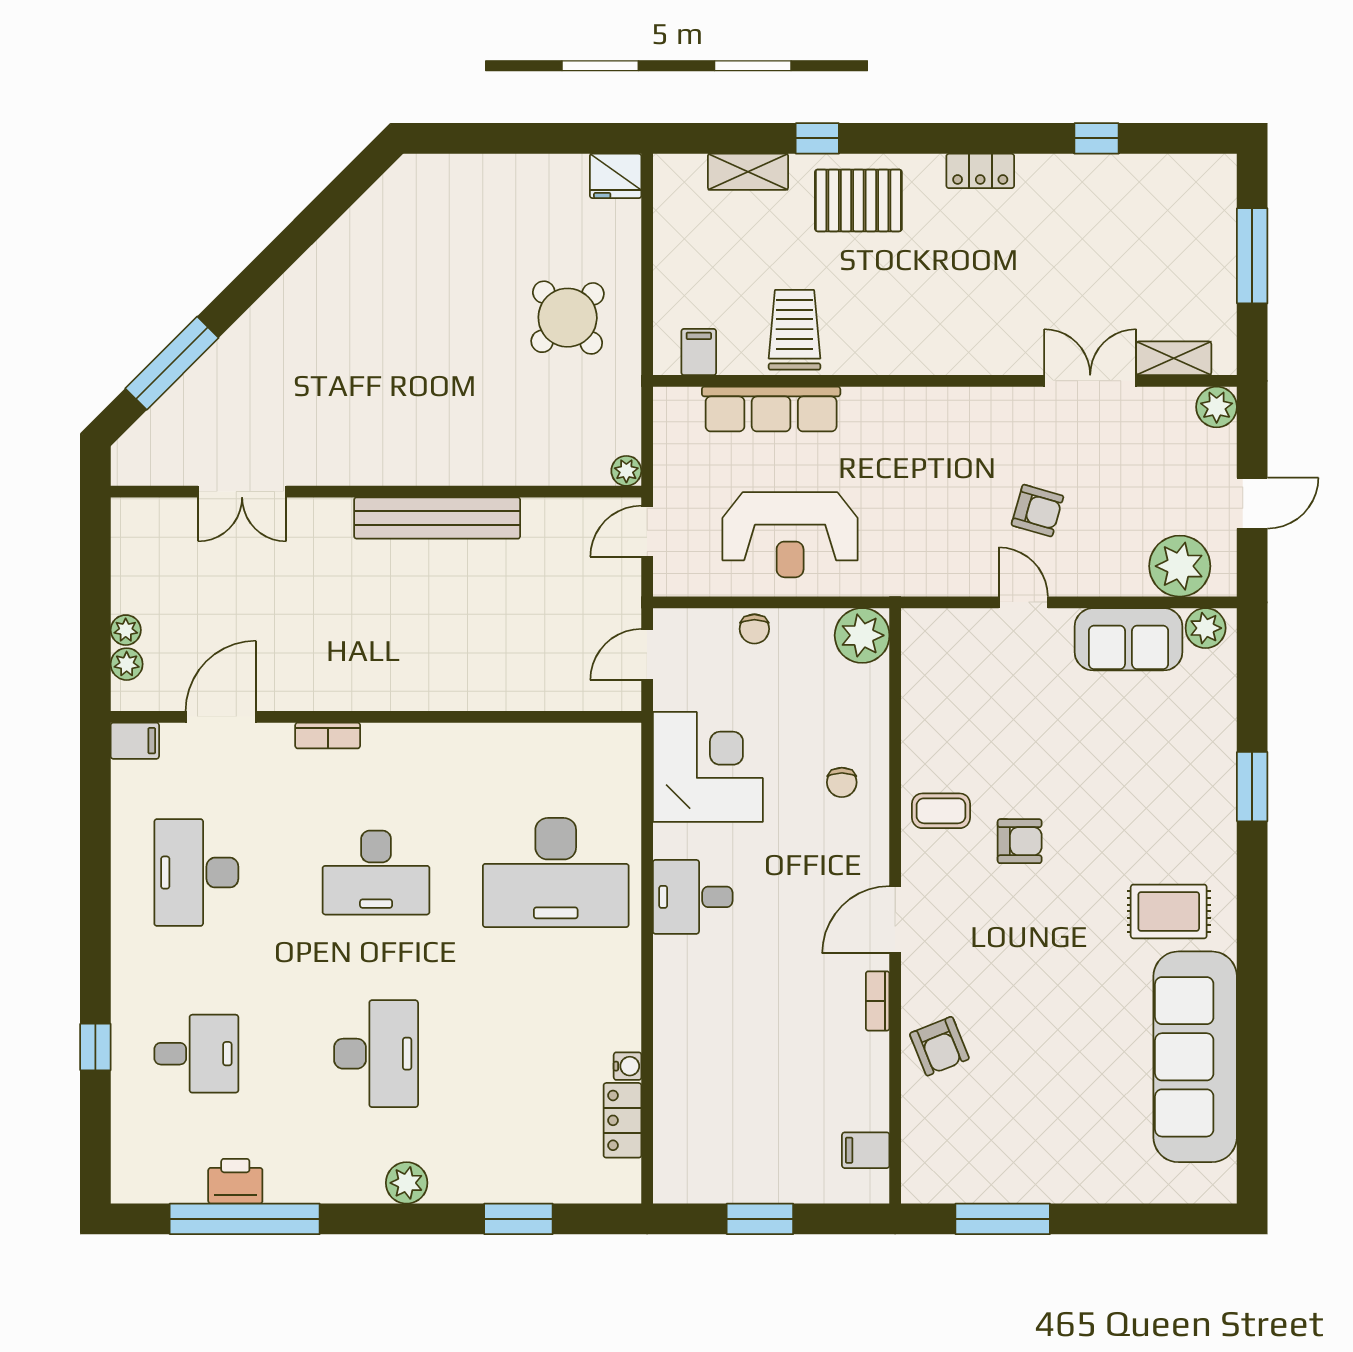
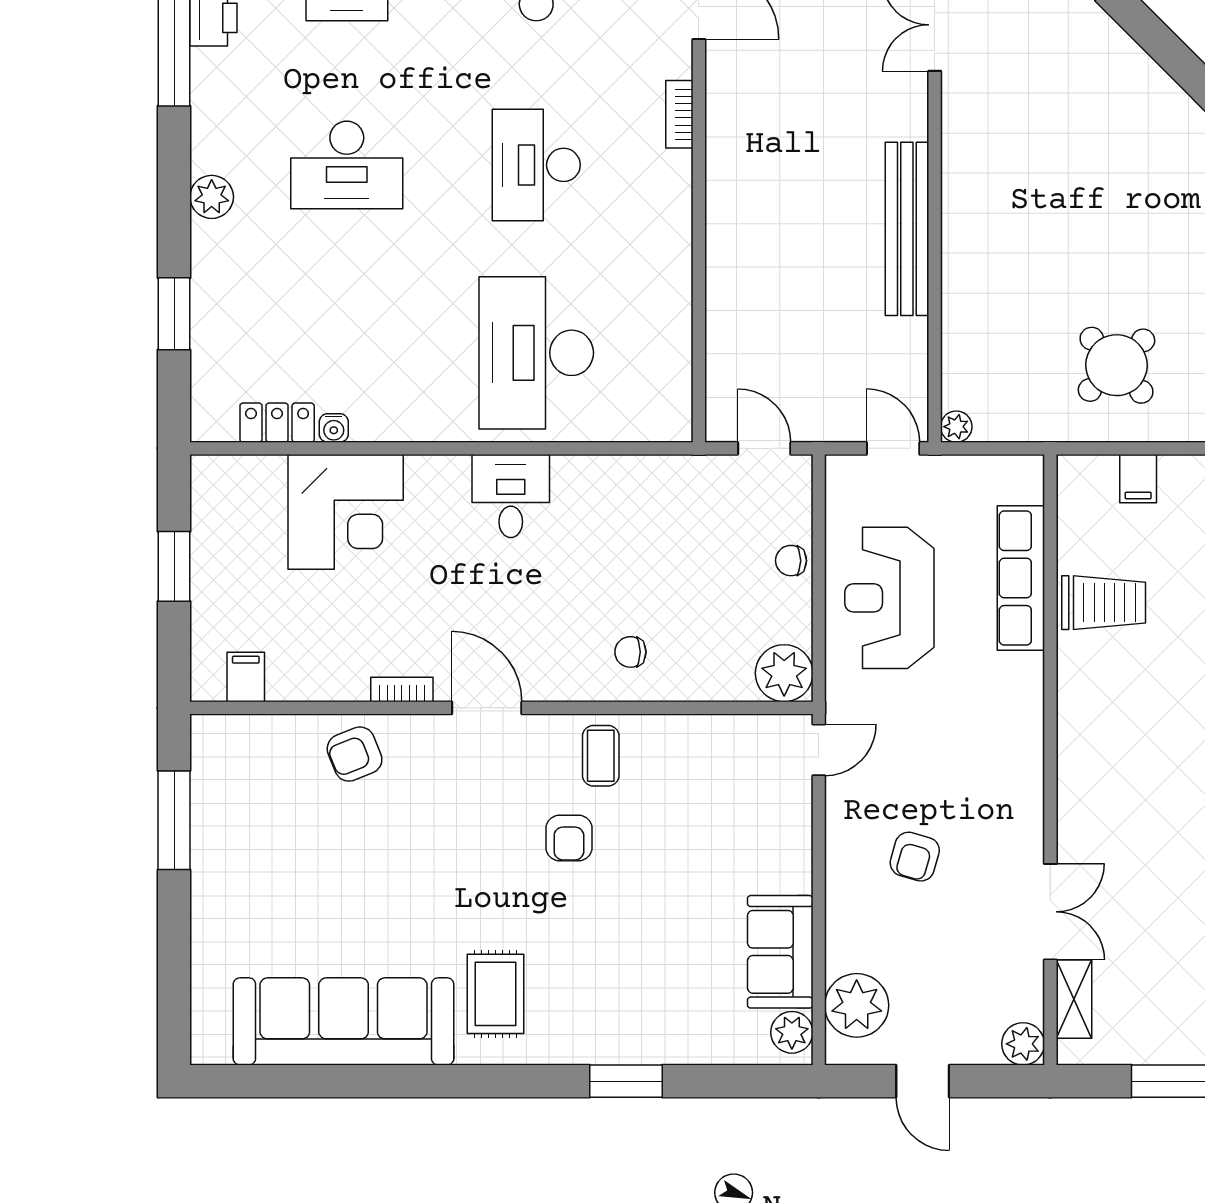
filing cabinet: (699, 352) -> (1138, 479), moved, turned 90
door: (1023, 602) -> (819, 750), moved
corner desk: (708, 767) -> (346, 512), moved

